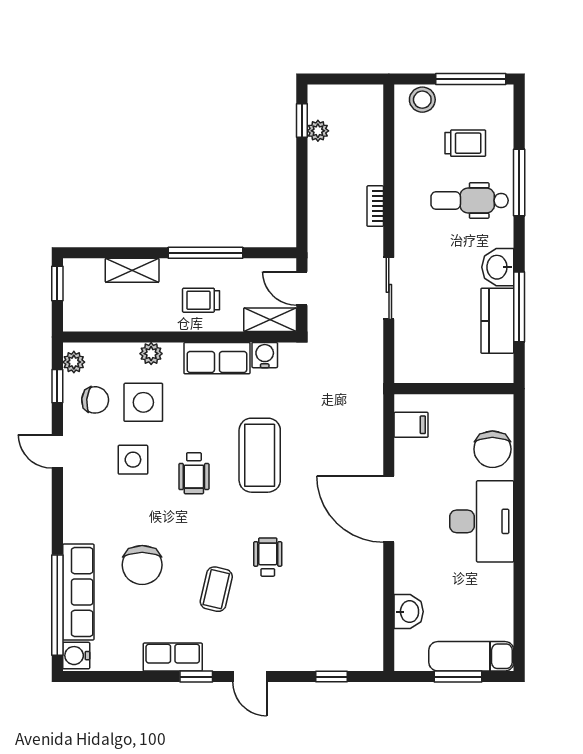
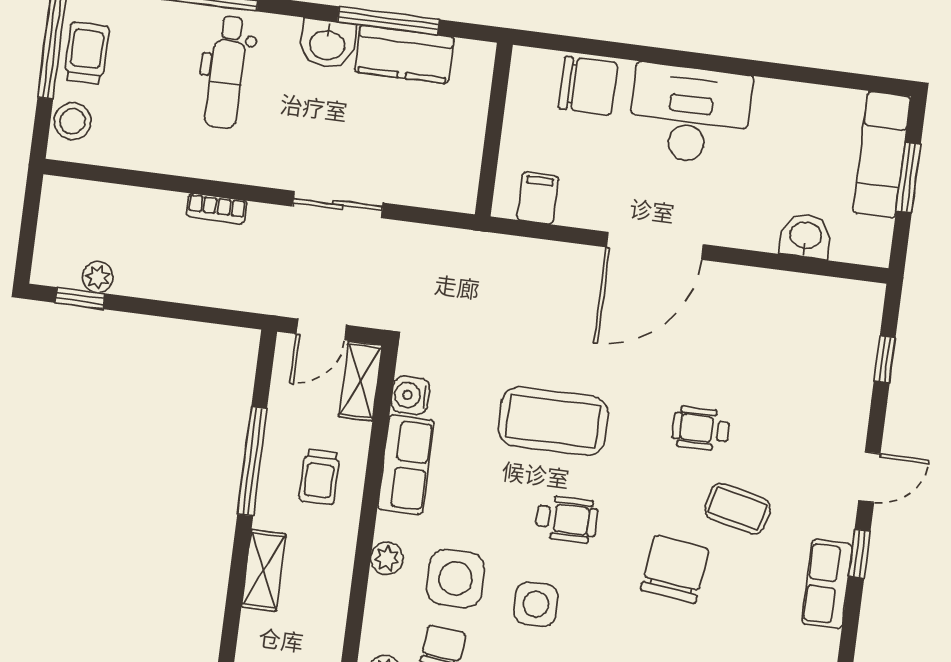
trolley: (465, 143) -> (87, 53), moved
chair: (142, 565) -> (675, 569), moved, turned -83

